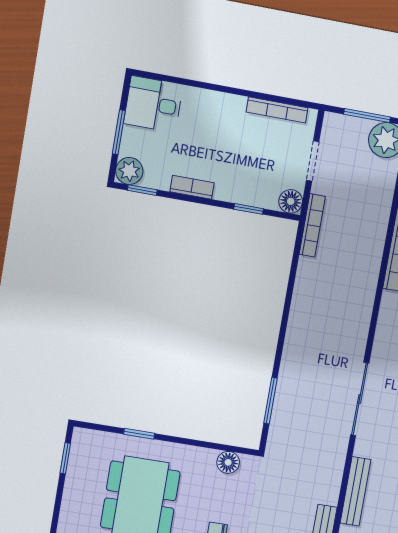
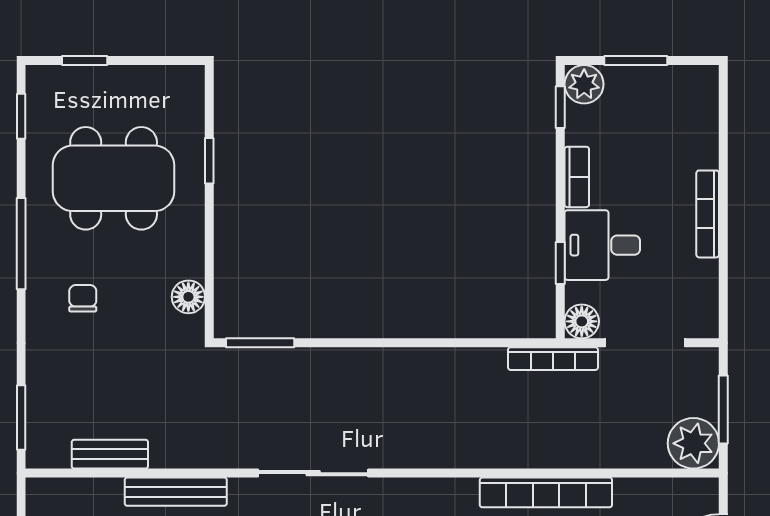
desk: (153, 104) -> (602, 245), moved, turned -90
bookcase: (277, 110) -> (708, 214), moved
doorway: (313, 161) -> (645, 343), width x1.38
window: (270, 401) -> (260, 343), moved
window: (65, 458) -> (85, 61), moved

